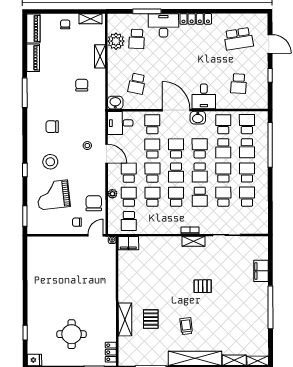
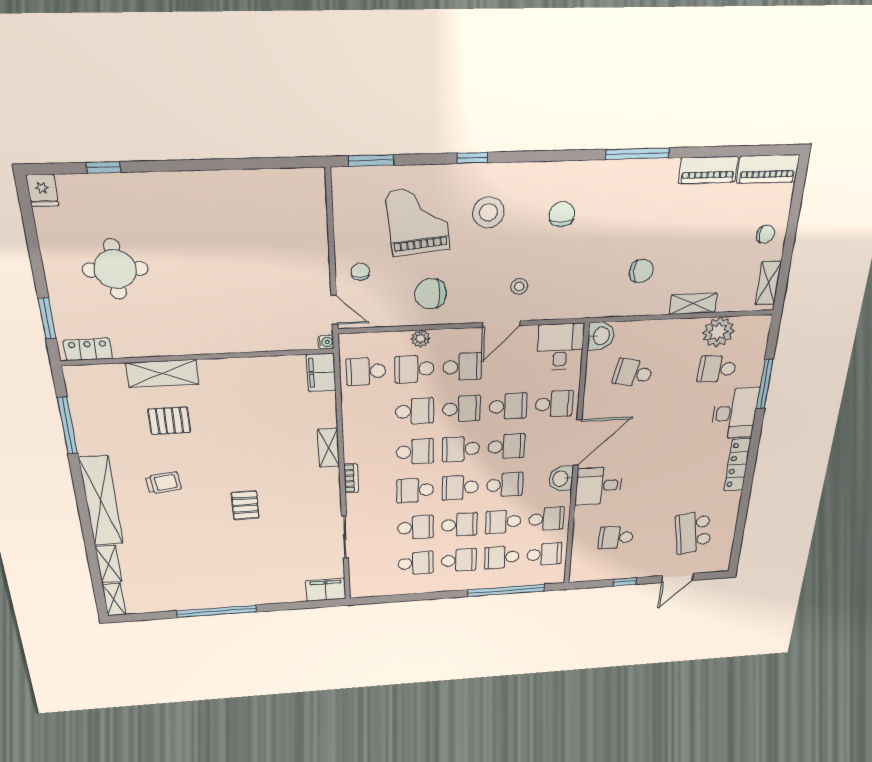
school desk: (129, 197) -> (414, 369), turned 180
chair: (94, 203) -> (431, 294), moved, turned 180
shelving: (194, 241) -> (329, 448), moved
filing cabinet: (261, 271) -> (326, 590), moved

